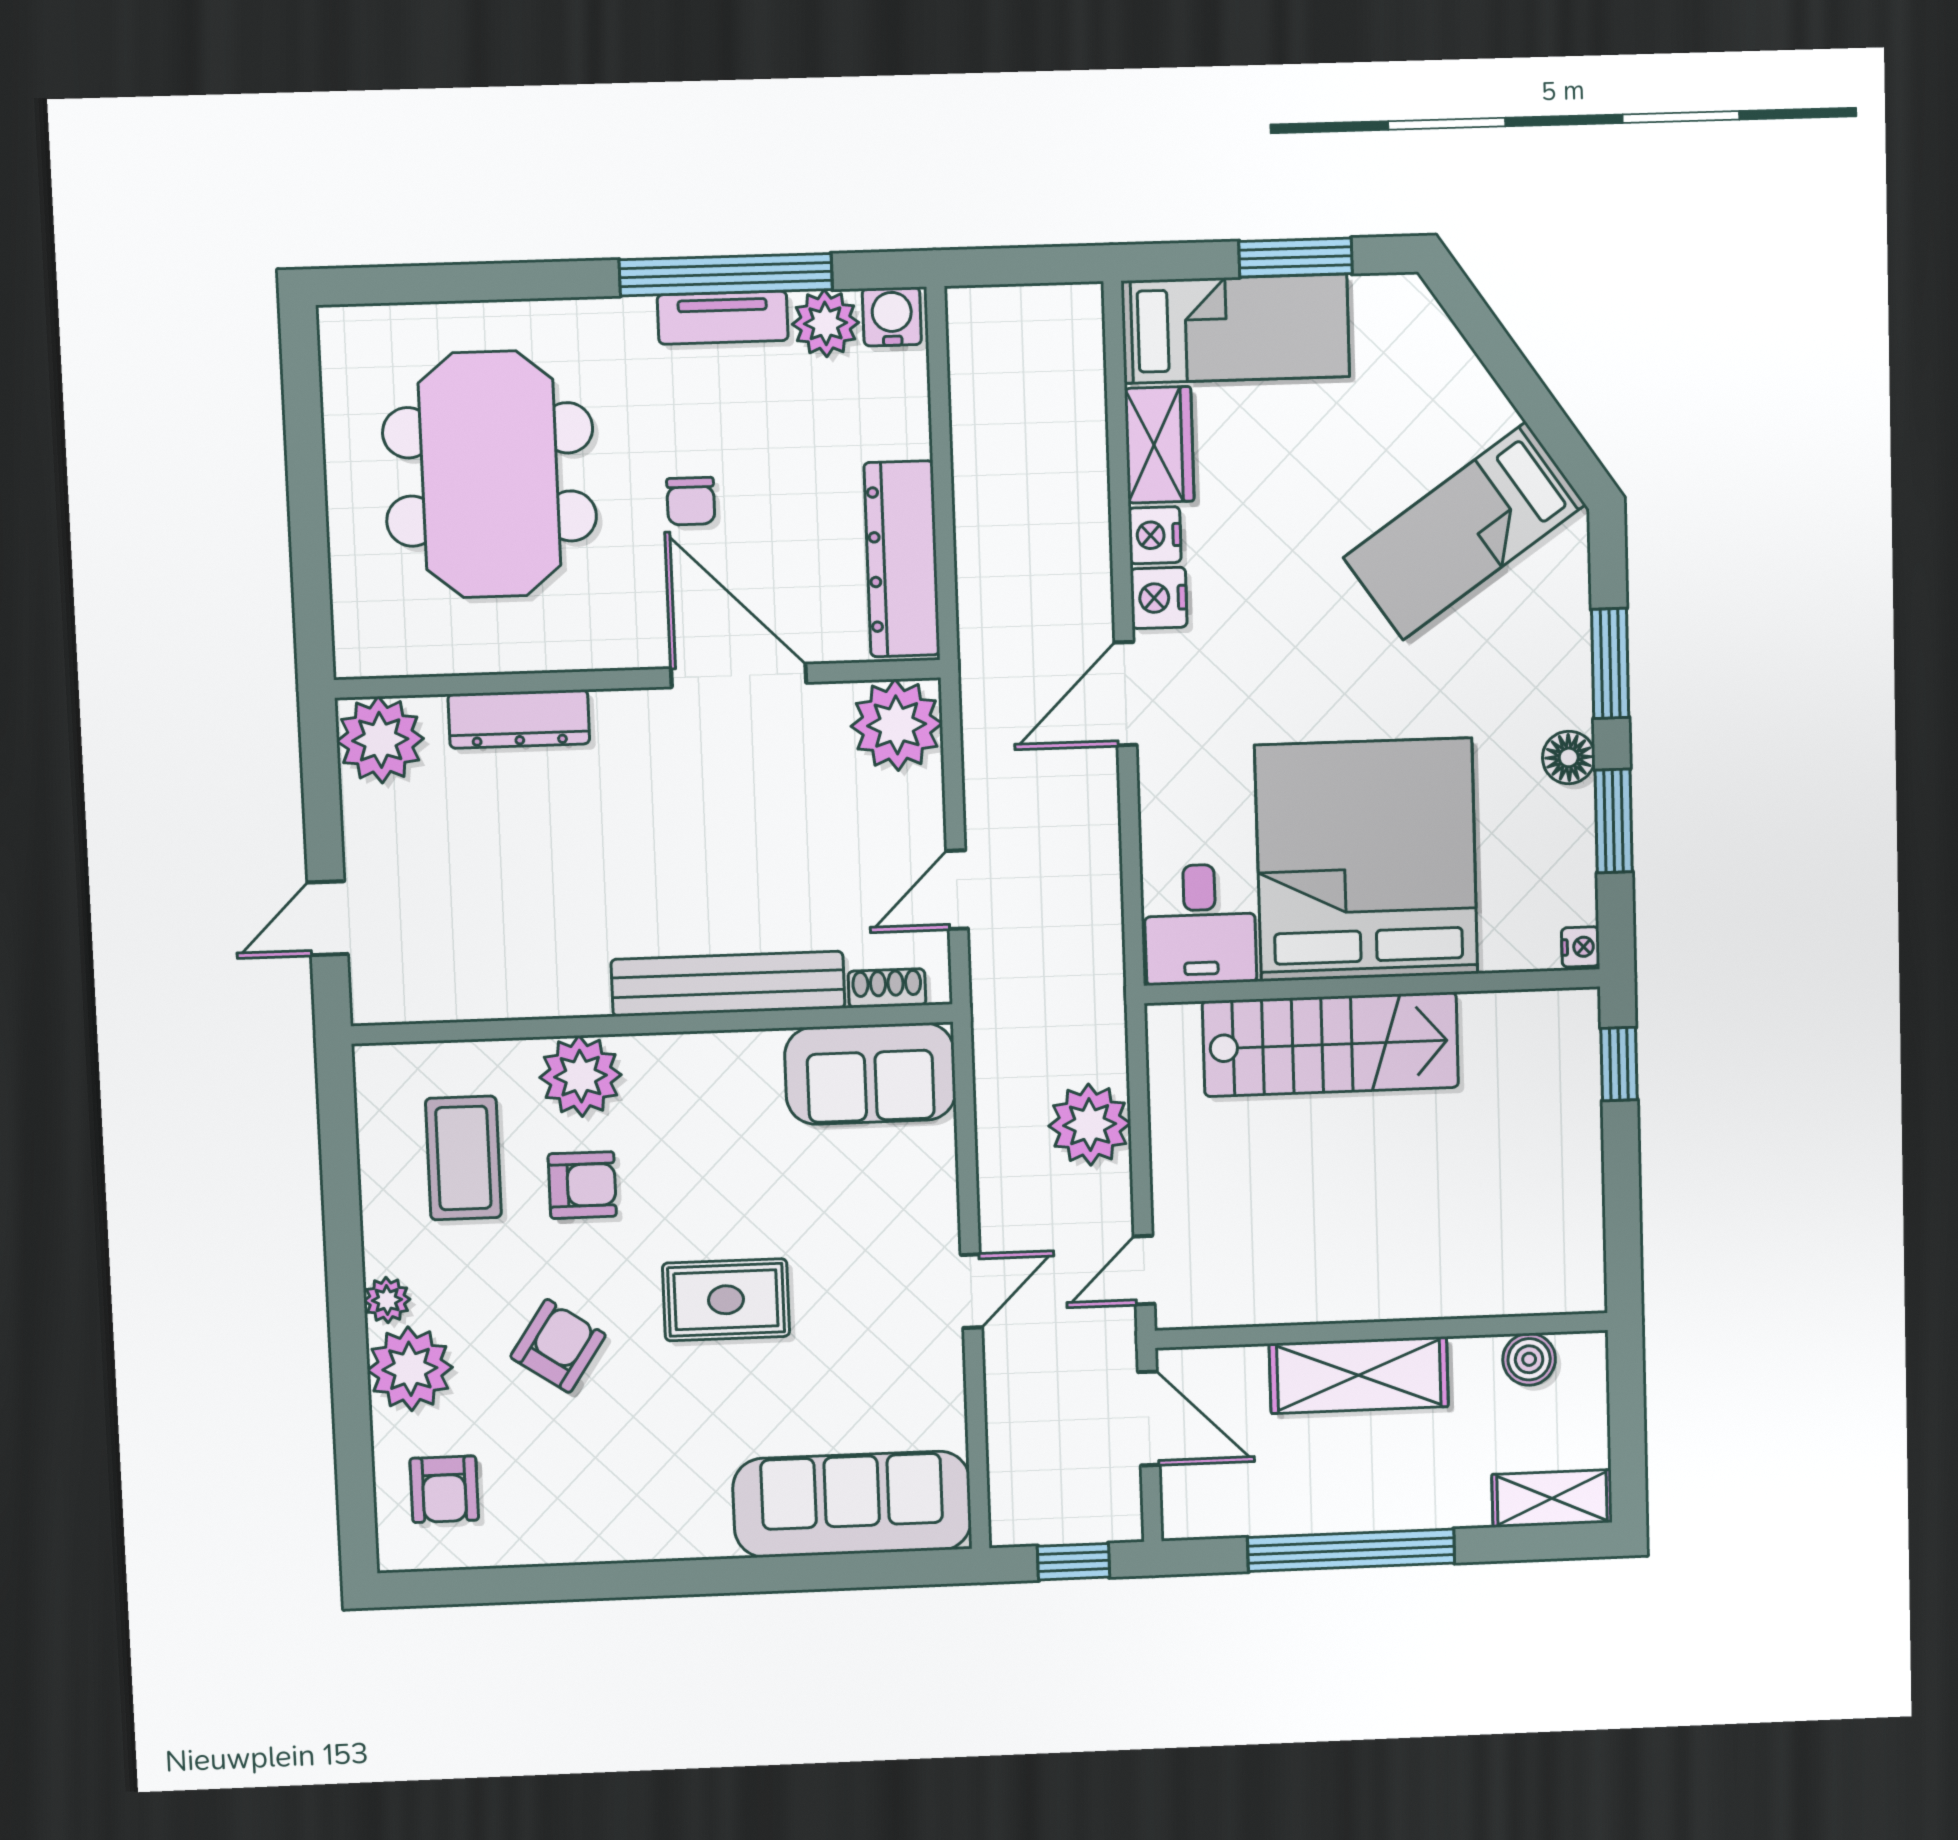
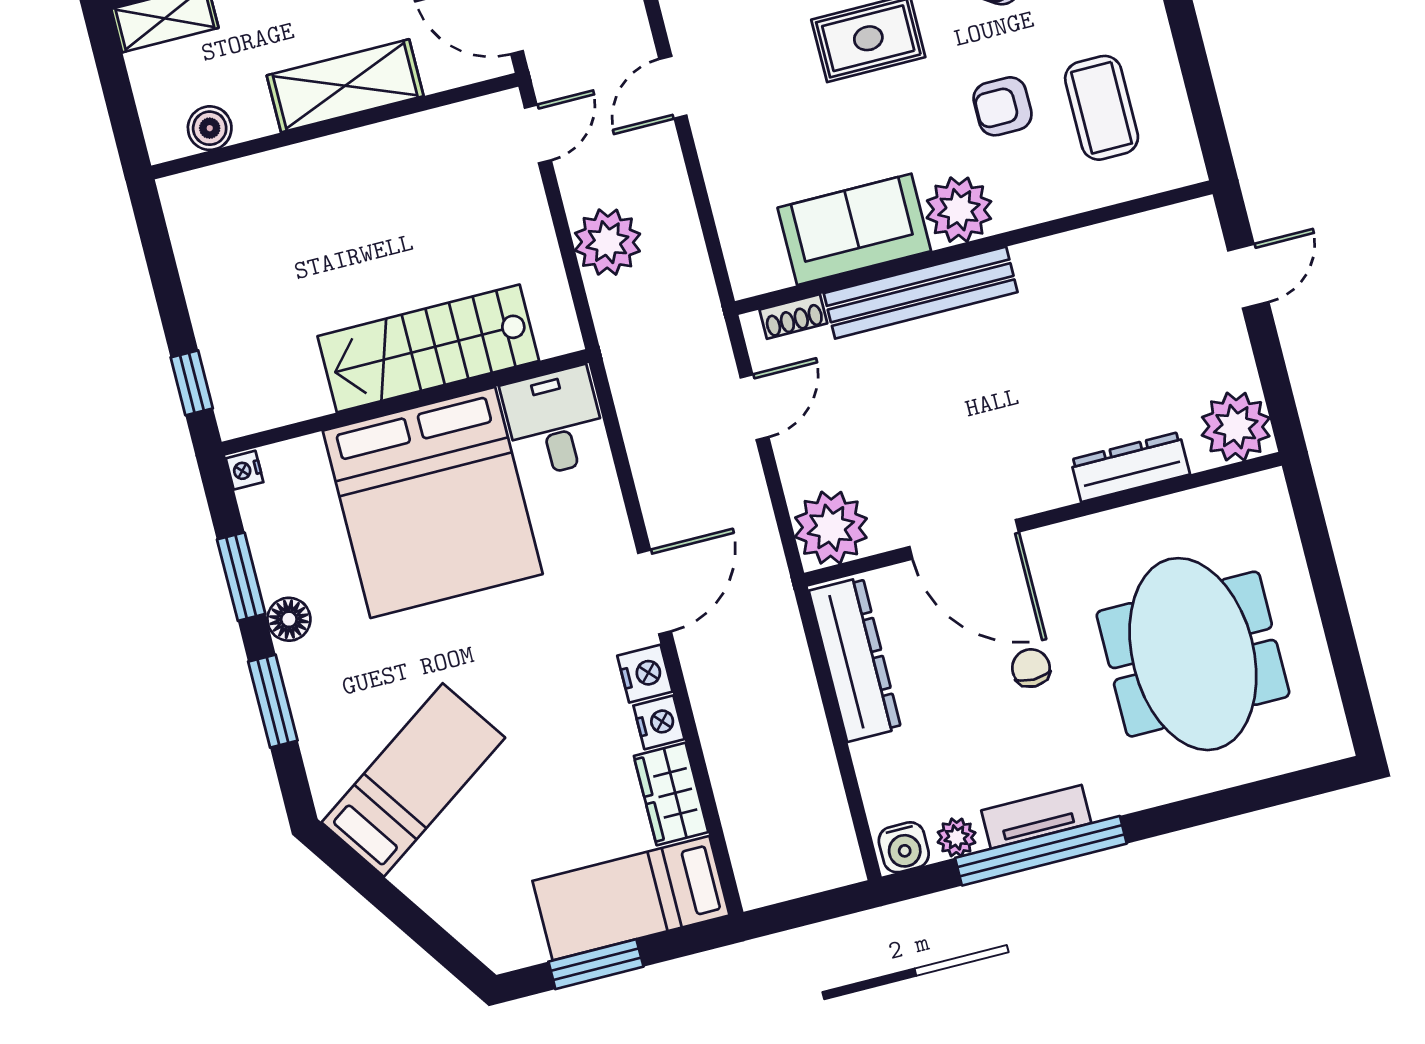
plant: (825, 323) -> (957, 837), width x0.73, depth x0.73
sofa: (870, 1074) -> (854, 229), moved
plant: (581, 1076) -> (959, 210), moved

